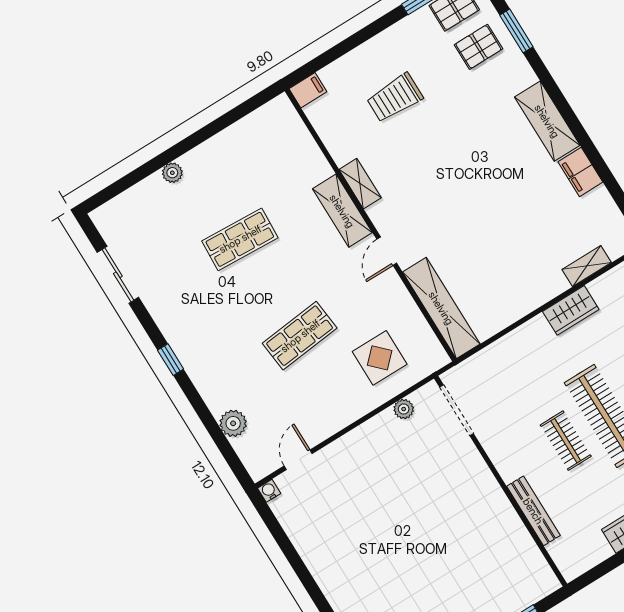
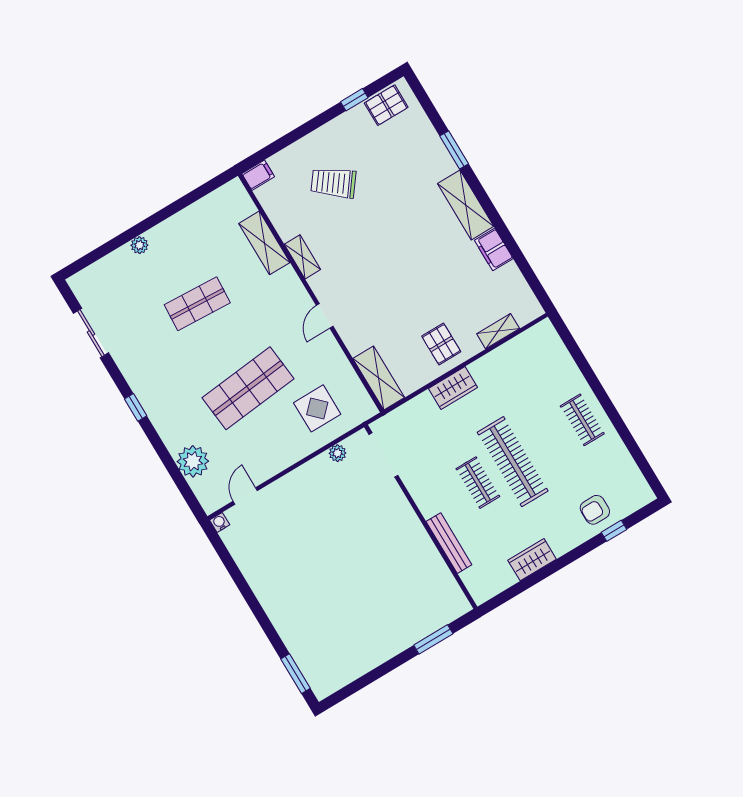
window: (516, 31) -> (454, 150), moved
pallet: (478, 47) -> (441, 344), moved, turned 90
trolley: (395, 98) -> (333, 183), turned 37
shelving: (342, 211) -> (264, 243), moved
shelving: (441, 308) -> (379, 378), width x0.68
wardrobe: (571, 310) -> (453, 388), moved
shop shelf: (300, 336) -> (248, 388), width x1.43, depth x1.36
plant: (233, 423) -> (193, 461), width x1.36, depth x1.36

